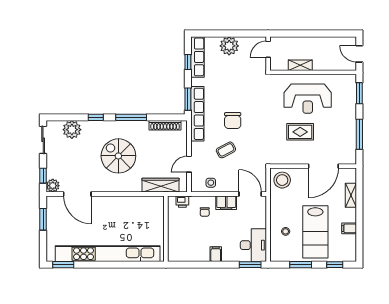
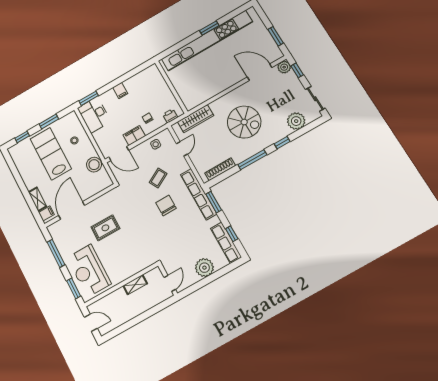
reception desk: (308, 99) -> (89, 271), moved, turned -90
stool: (282, 180) -> (94, 165), moved
filing cabinet: (349, 228) -> (46, 213), moved
window: (63, 265) -> (209, 28), moved

